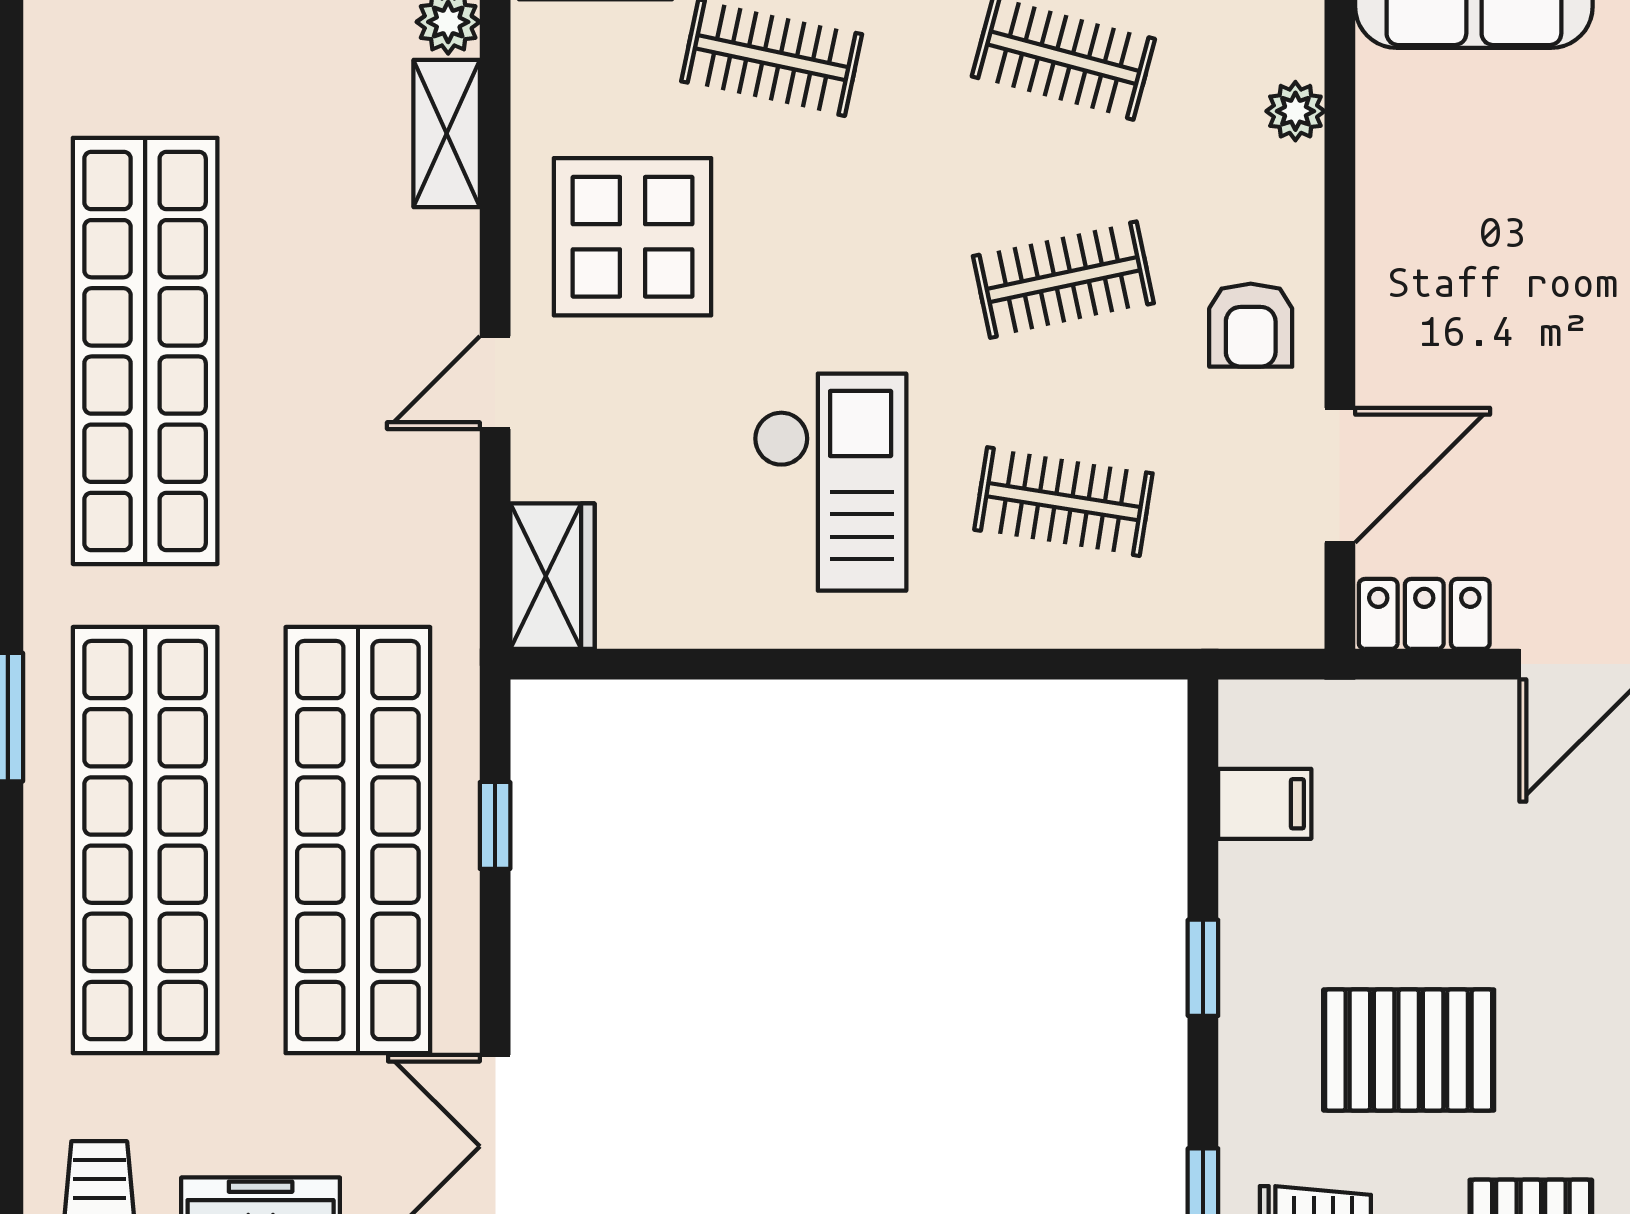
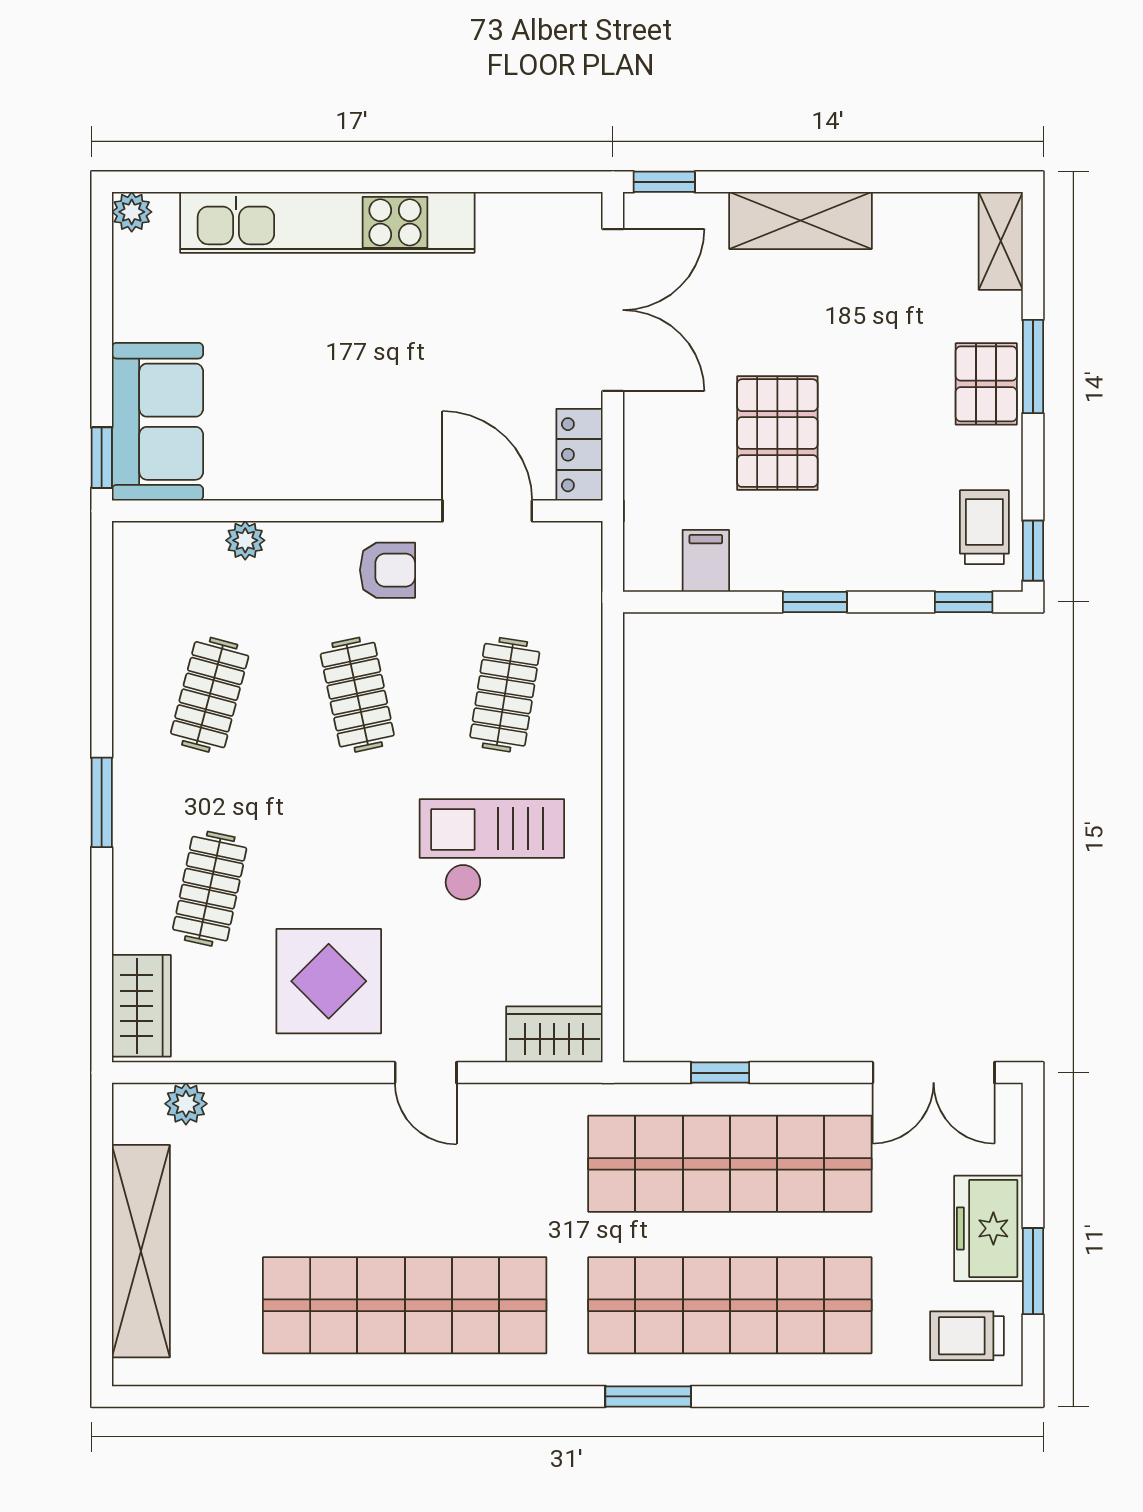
shelving: (447, 133) -> (260, 1105), removed
pallet: (1409, 1050) -> (777, 433), moved

